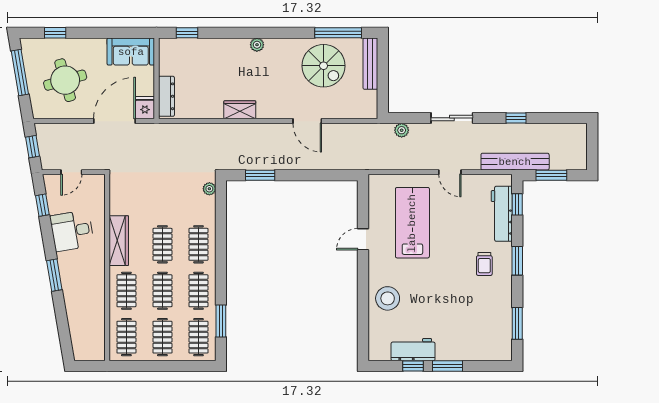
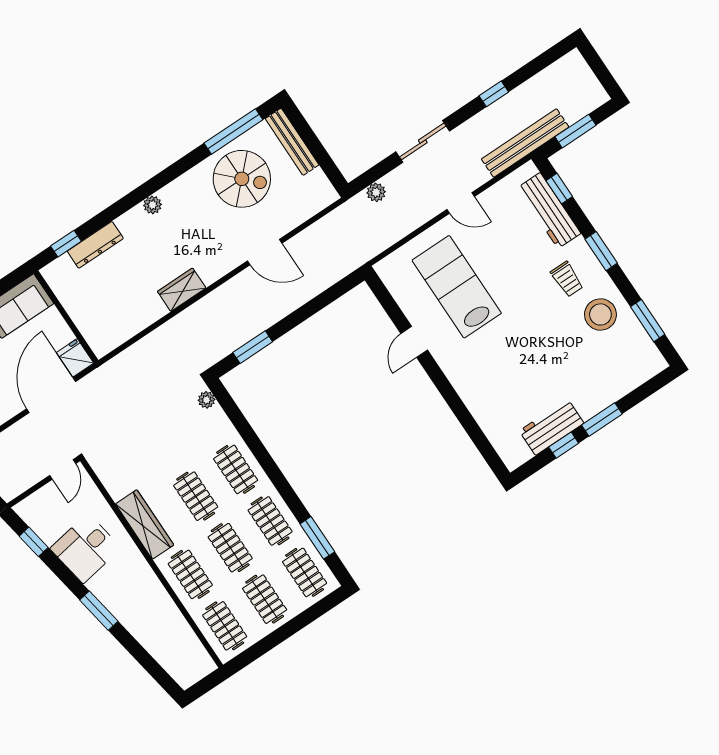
dresser: (166, 96) -> (95, 245), moved, turned 90
door: (71, 172) -> (63, 469), moved
stool: (388, 298) -> (600, 314), moved

